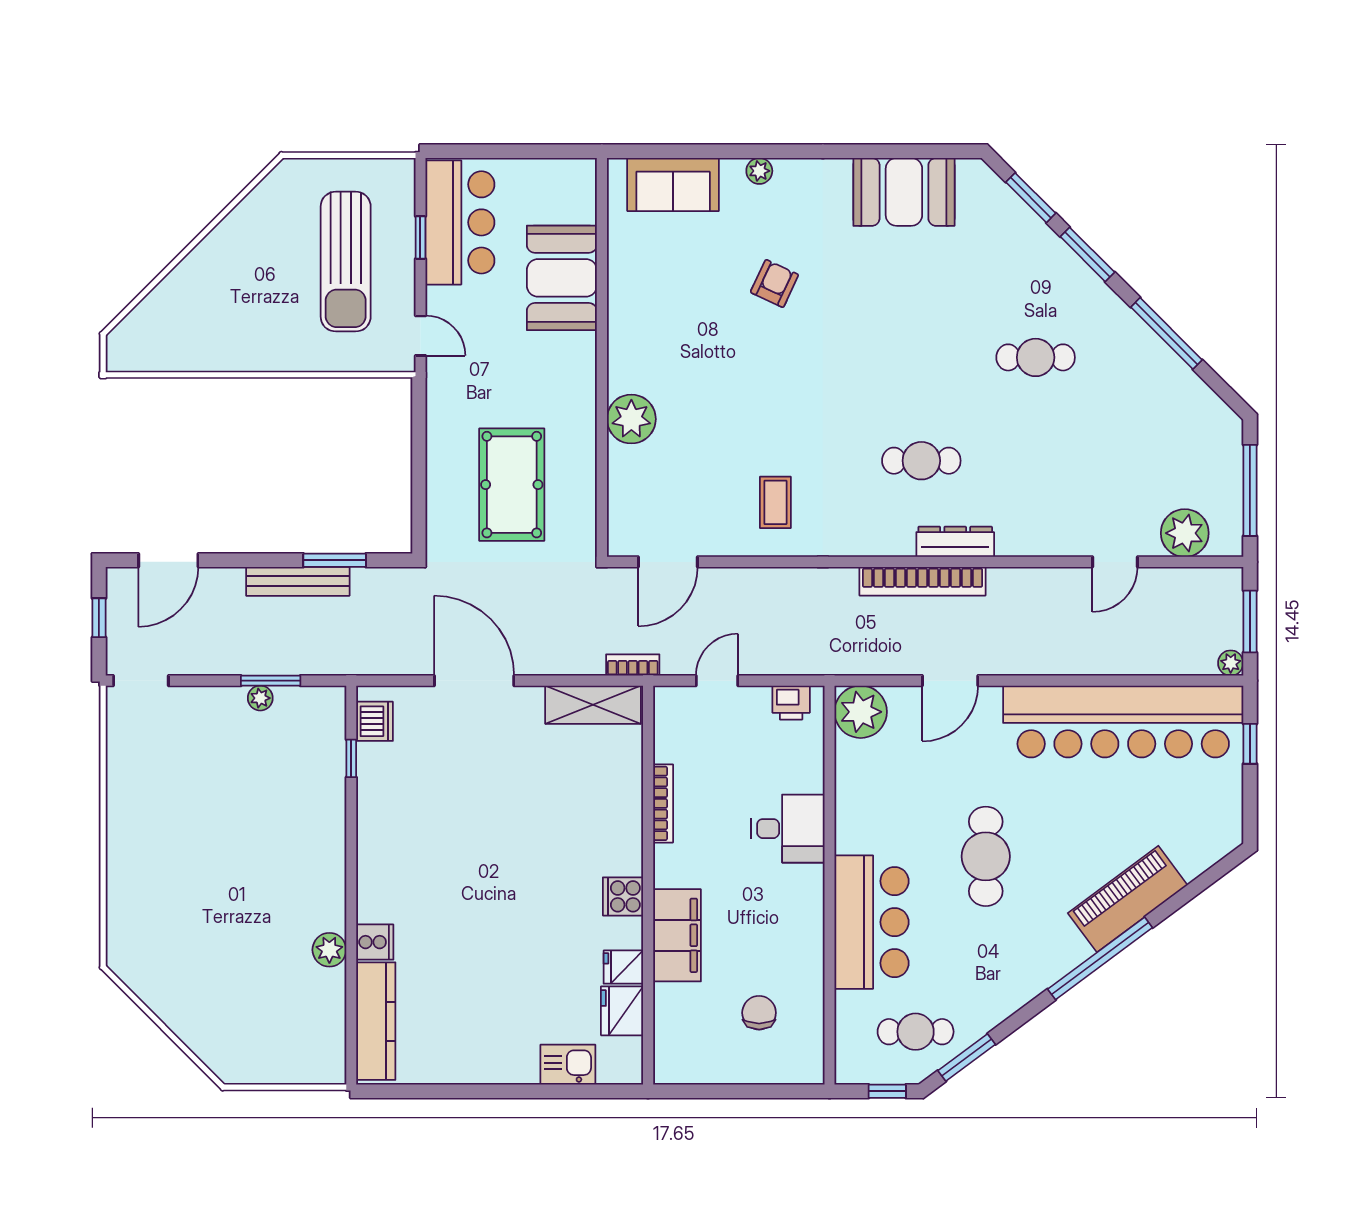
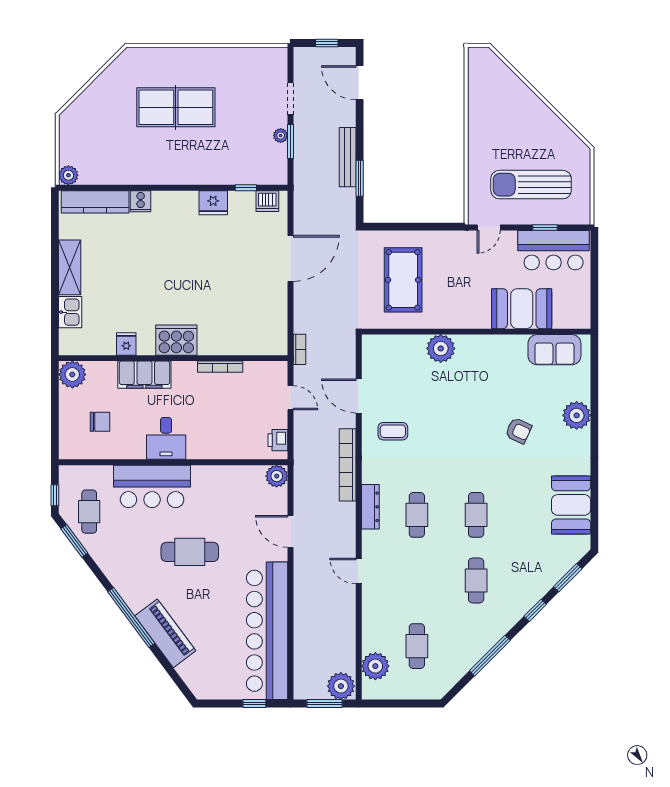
plant: (759, 171) -> (577, 415), width x1.88, depth x1.88
sofa: (673, 184) -> (554, 350), moved, turned -90
window: (1087, 254) -> (535, 610), width x0.67
cafe table: (921, 357) -> (476, 515), added
cafe table: (1150, 461) -> (417, 646), added
pool table: (512, 485) -> (403, 280), turned 90
window: (1250, 490) -> (400, 704), removed
dresser: (955, 542) -> (370, 507), moved
door: (668, 562) -> (359, 396), moved
door: (1115, 562) -> (359, 571), moved
bookcase: (923, 581) -> (348, 465), moved
plant: (1231, 663) -> (341, 686), moved, width x1.88, depth x1.88
doorway: (141, 681) -> (291, 99), moved
shelving: (593, 705) -> (70, 267), moved
plant: (861, 712) -> (277, 476), width x0.73, depth x0.73
desk: (788, 829) -> (166, 438), moved
table tennis table: (211, 881) -> (176, 107), added
cooker: (623, 896) -> (176, 340), width x1.87, depth x1.31
plant: (329, 950) -> (68, 175), moved
fridge: (622, 1011) -> (213, 203), moved, turned 180
plant: (677, 1061) -> (72, 374), added

